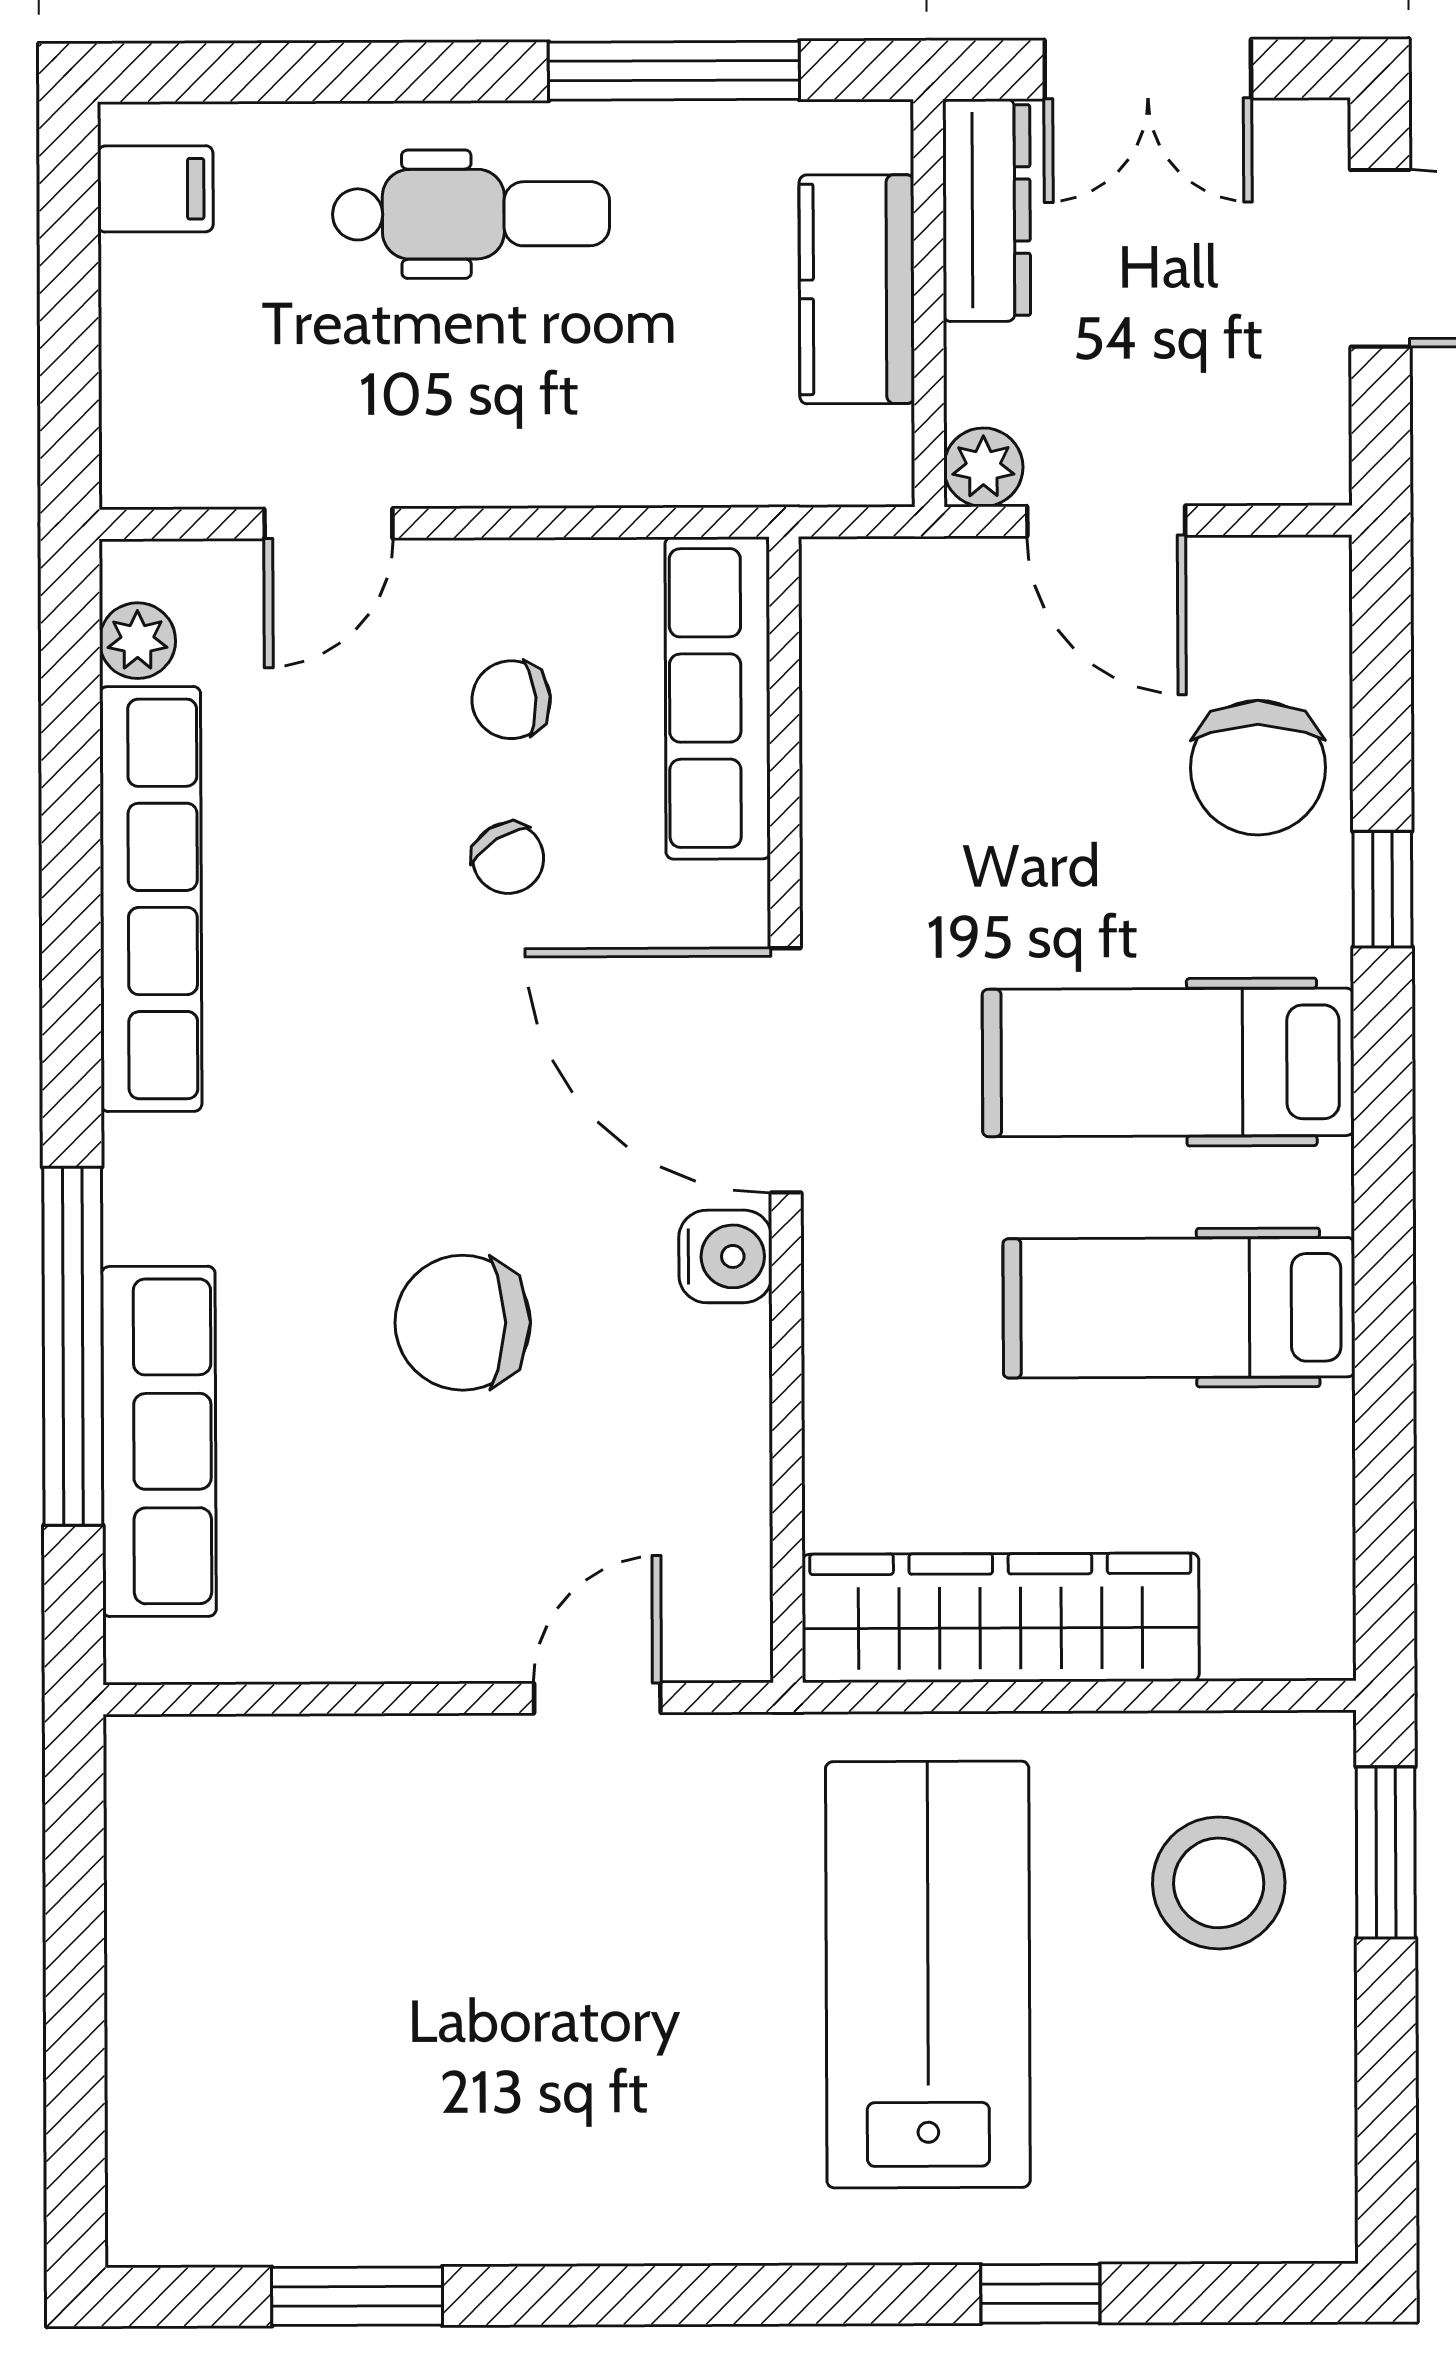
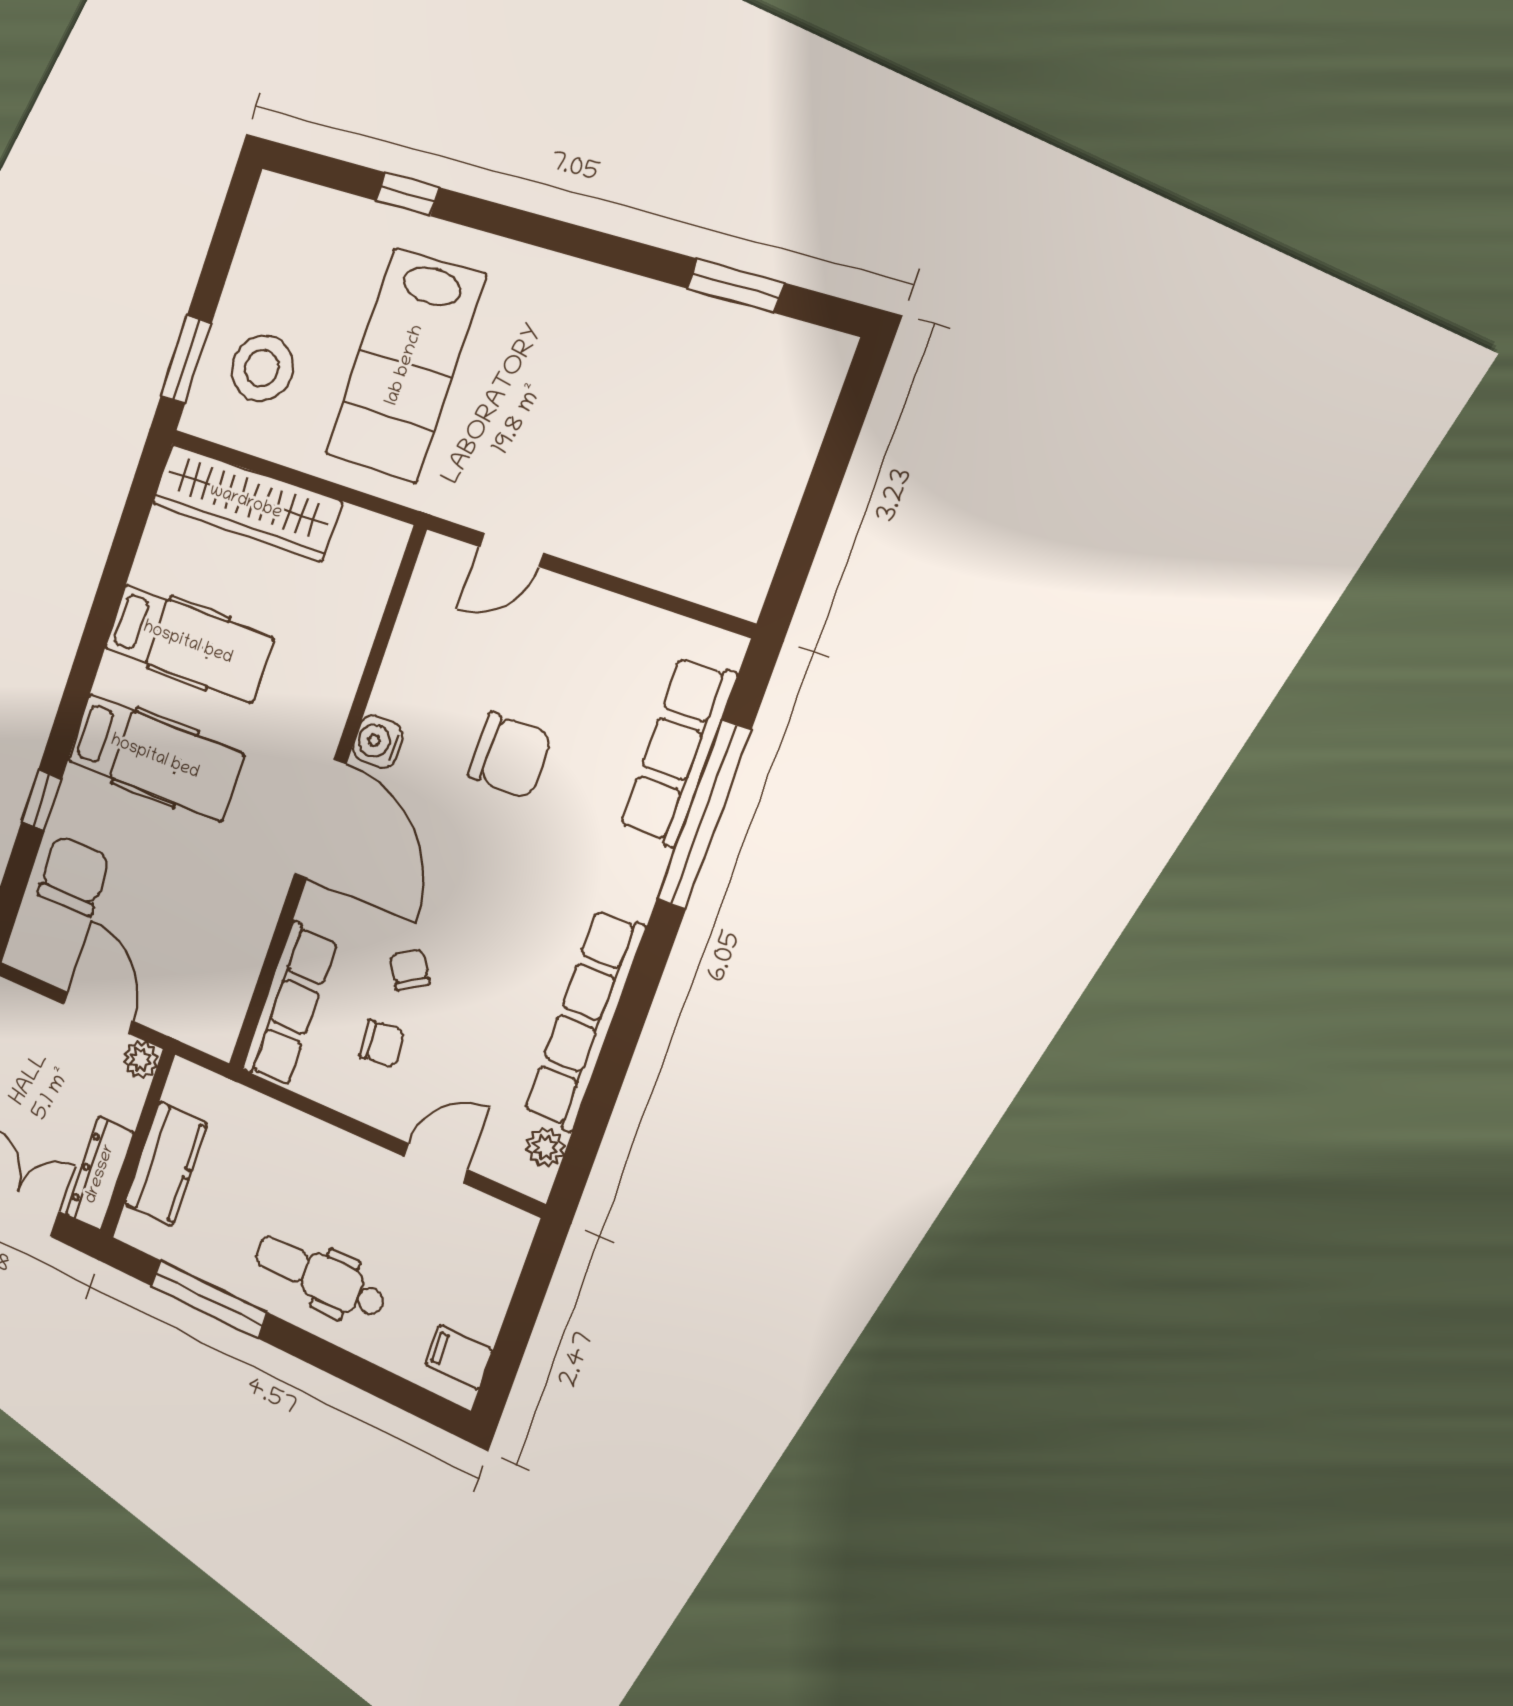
wardrobe: (1001, 1618) -> (246, 502), moved

